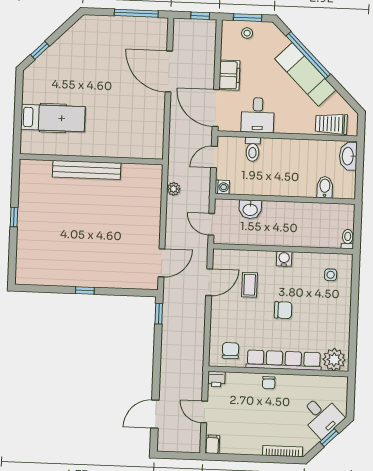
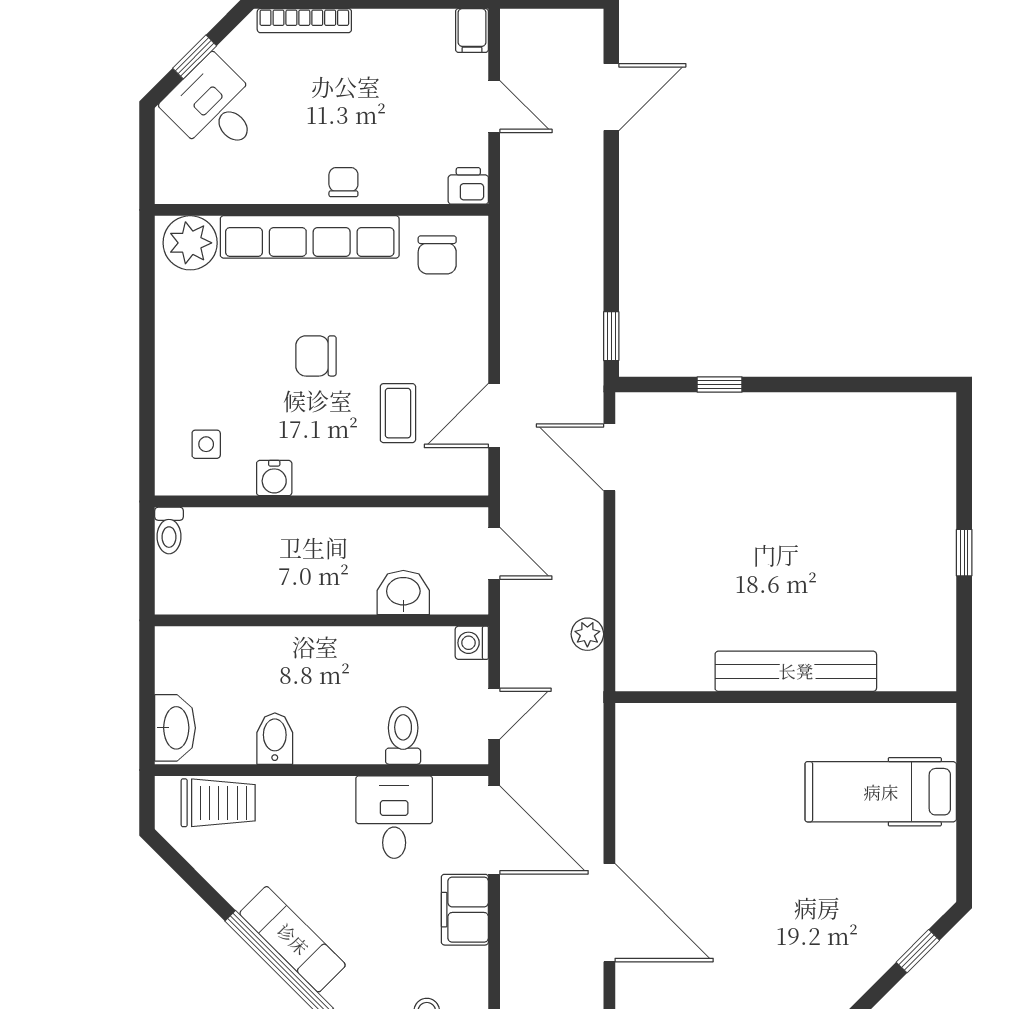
exam couch: (305, 74) -> (293, 939), width x0.73, depth x0.69
bidet: (325, 187) -> (275, 739), moved, turned 180
water cooler: (284, 259) -> (274, 478), moved
door: (161, 263) -> (609, 457), hinge flipped
window: (85, 290) -> (720, 384), moved

